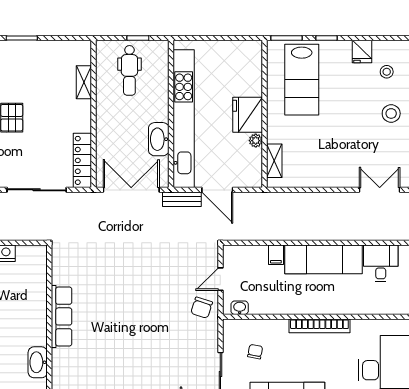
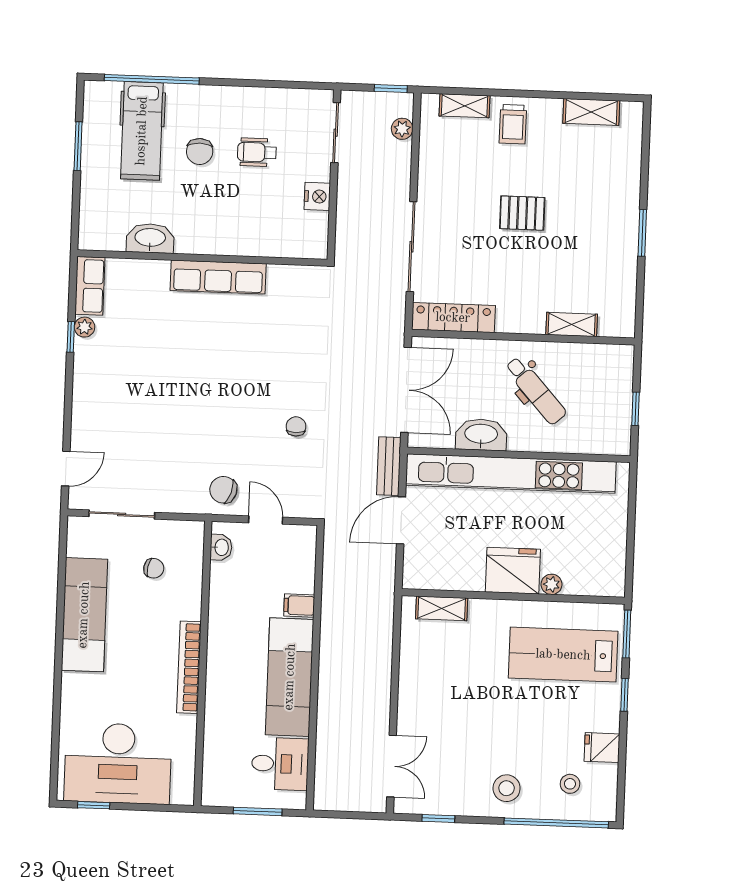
dental chair: (129, 70) -> (536, 391), moved, turned -132
plant: (256, 141) -> (551, 584), moved
chair: (158, 261) -> (296, 426), added

